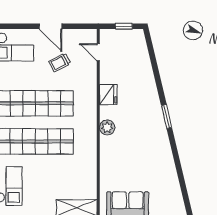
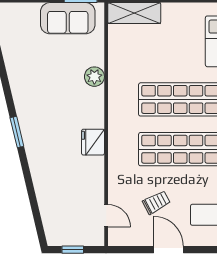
fridge: (108, 95) -> (93, 142), moved
plant: (107, 127) -> (94, 77), moved

